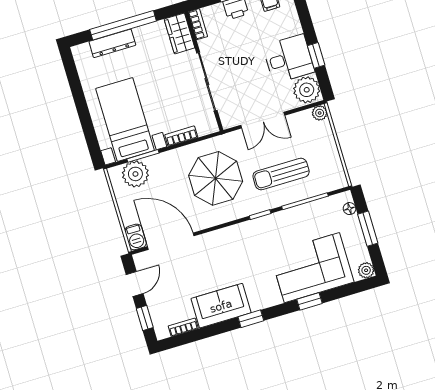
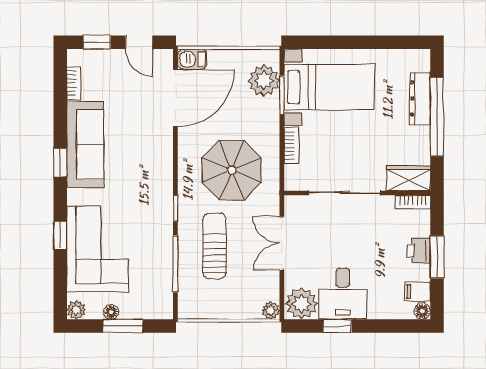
floor lamp: (350, 209) -> (111, 312), moved
sofa: (221, 306) -> (85, 145), width x1.36

